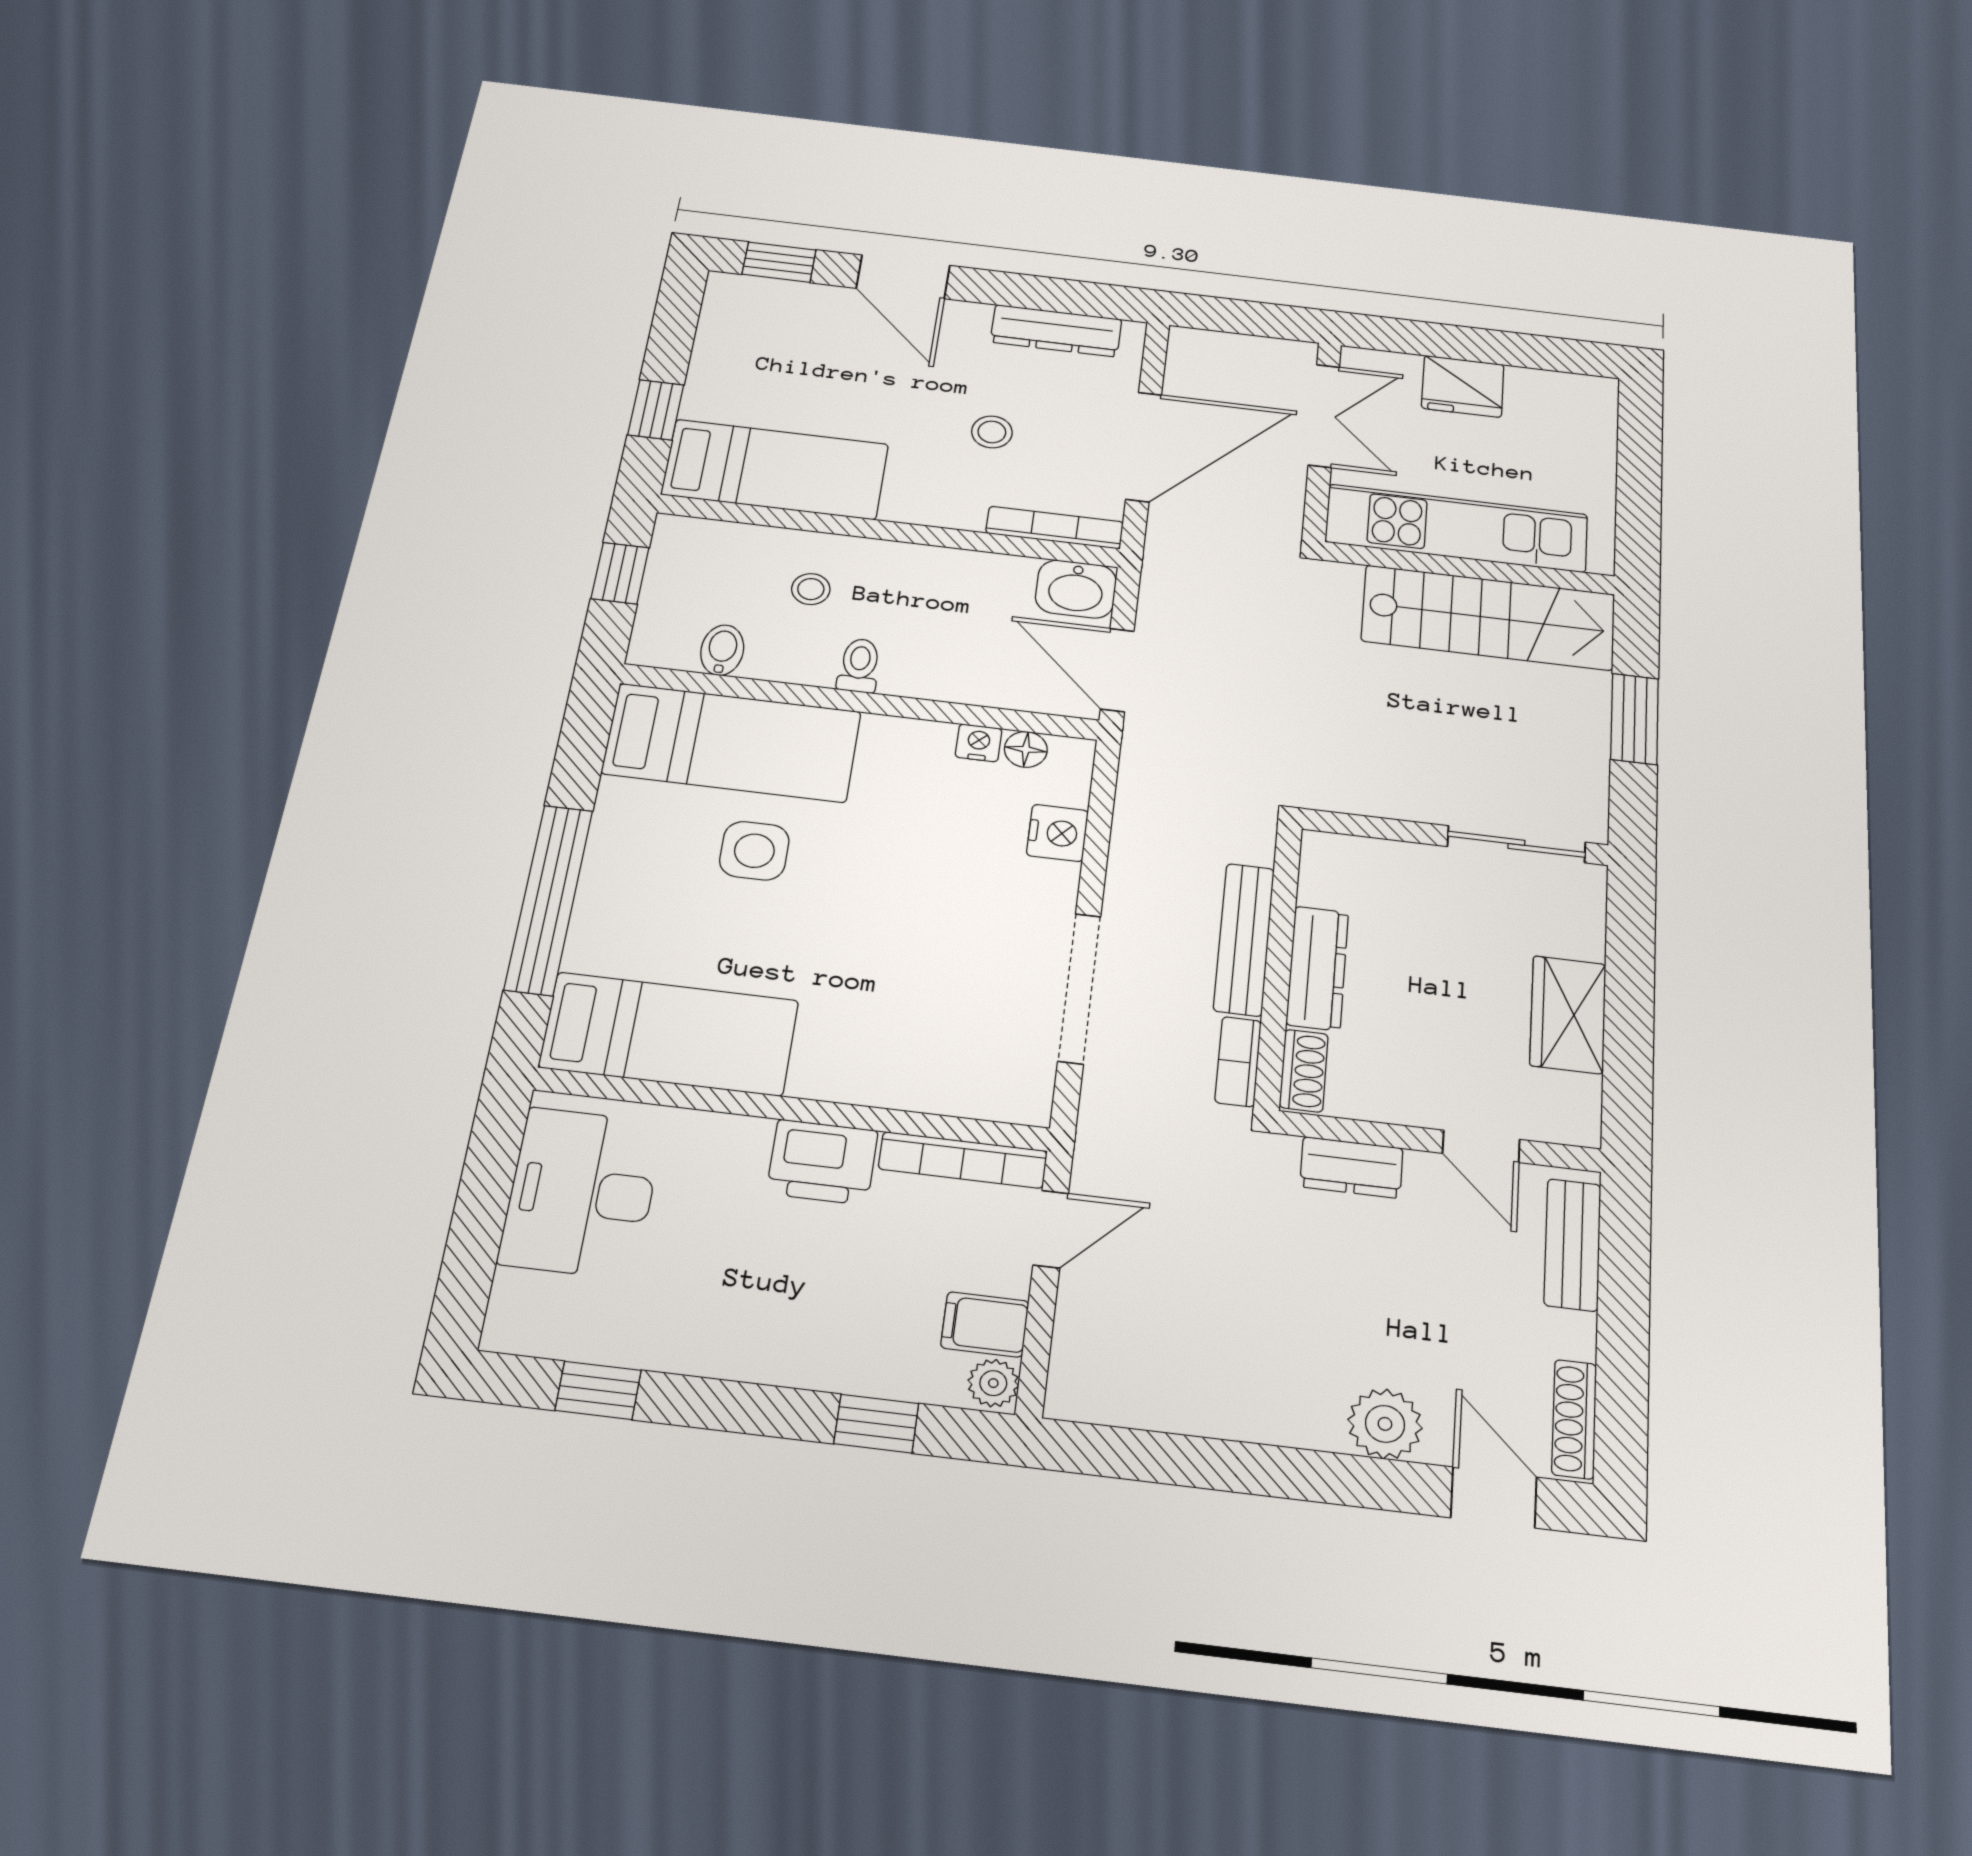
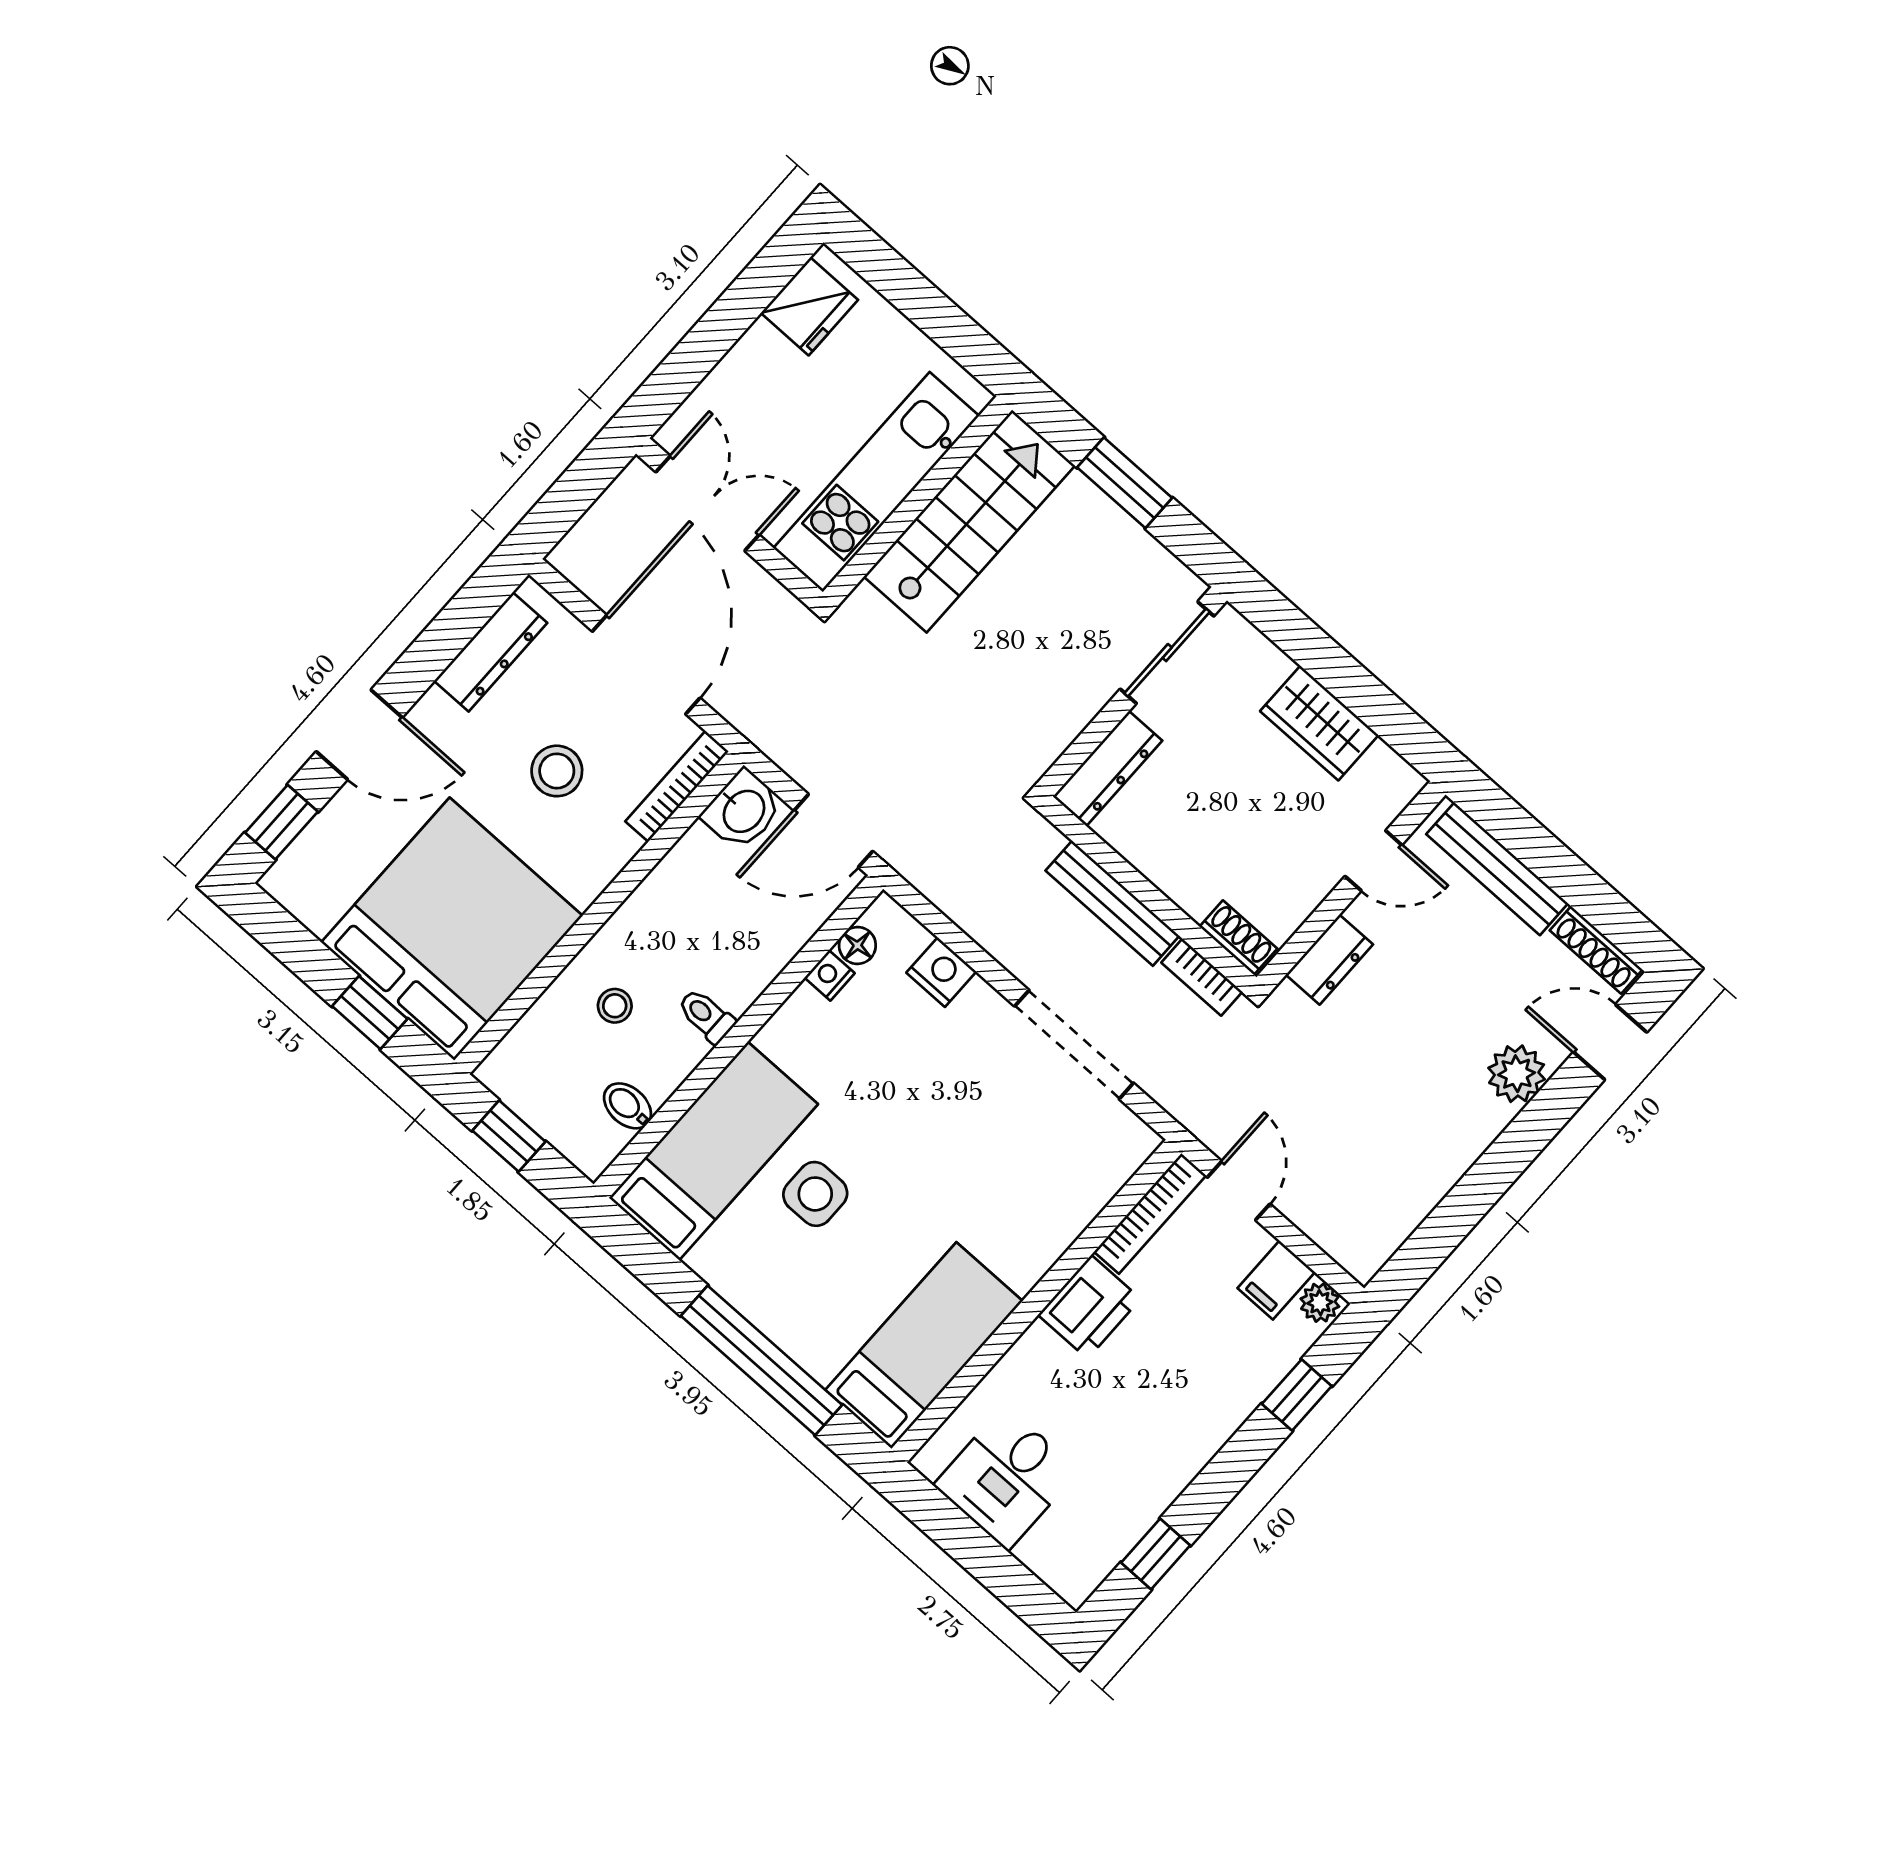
fridge: (1463, 386) -> (809, 306), moved
stool: (992, 432) -> (557, 771), width x1.37, depth x1.37
bed: (775, 469) -> (452, 929), width x2.04
dresser: (1317, 968) -> (1108, 768), moved, turned 90
desk: (581, 1193) -> (1006, 1478), width x0.73
bench: (1573, 1245) -> (1497, 869), width x1.36

